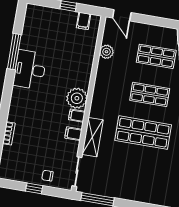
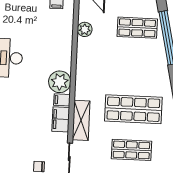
shop shelf: (150, 94) -> (131, 150), moved
filing cabinet: (73, 134) -> (61, 119), width x2.00

